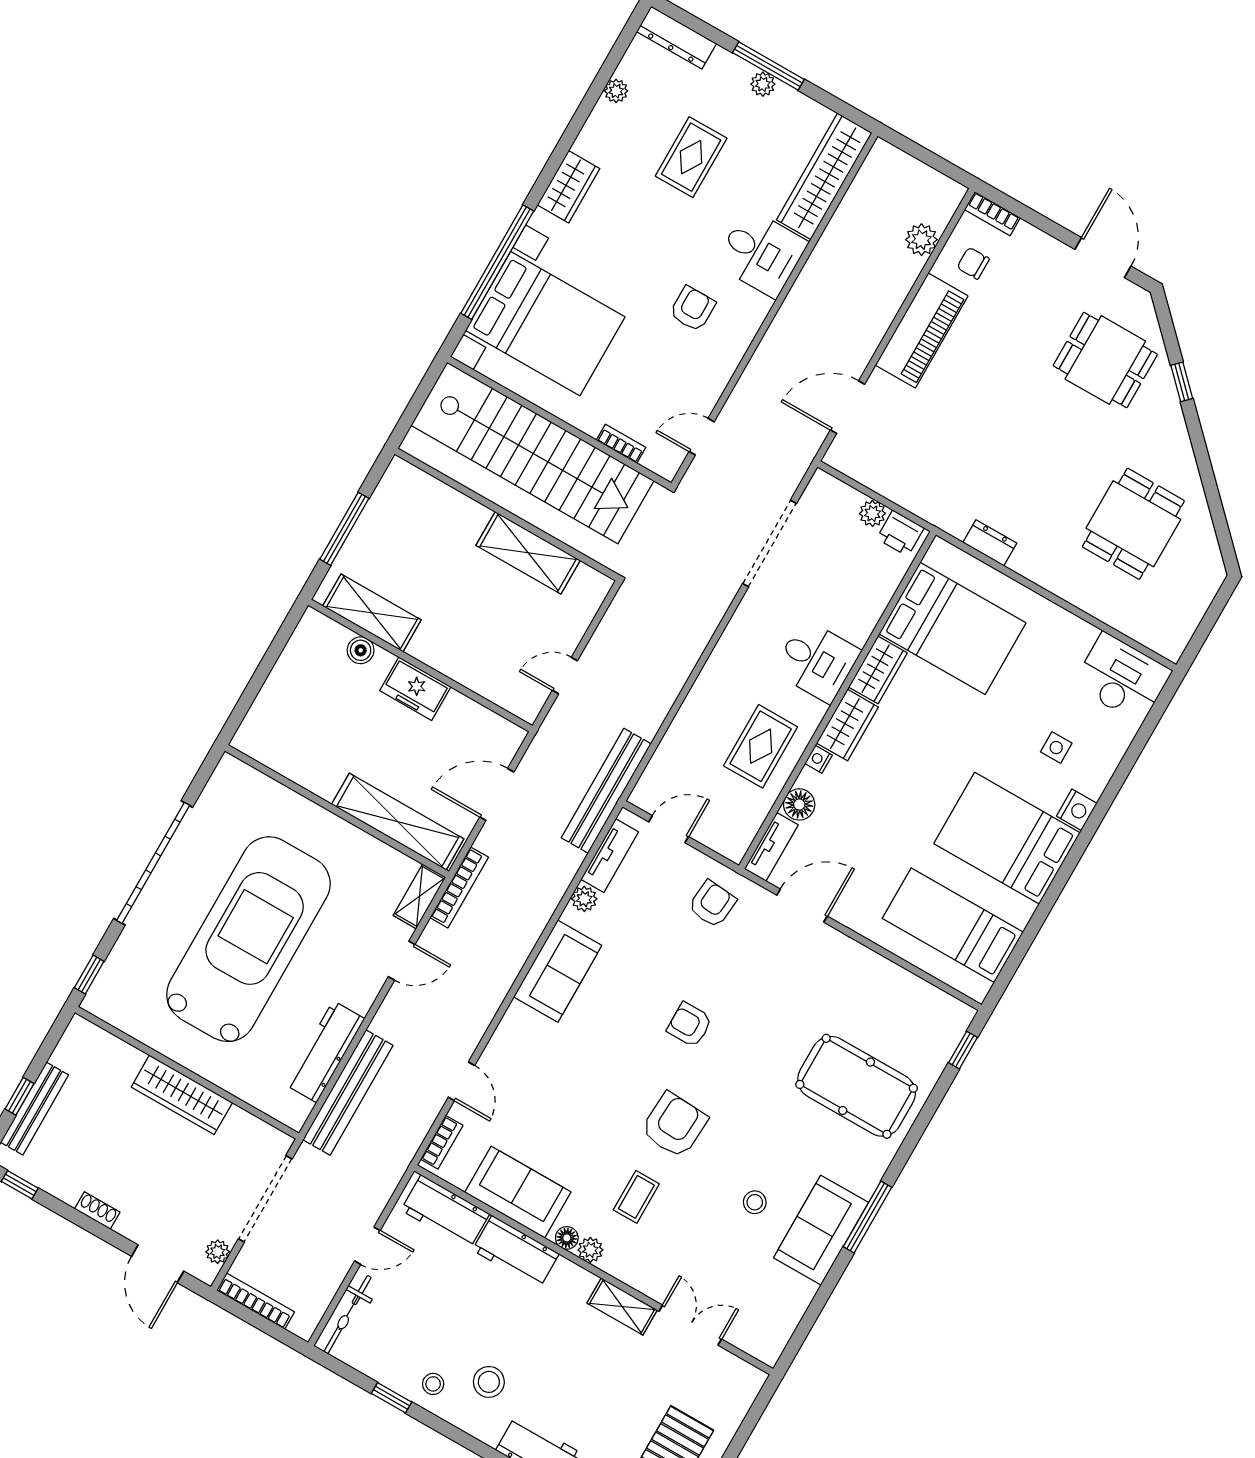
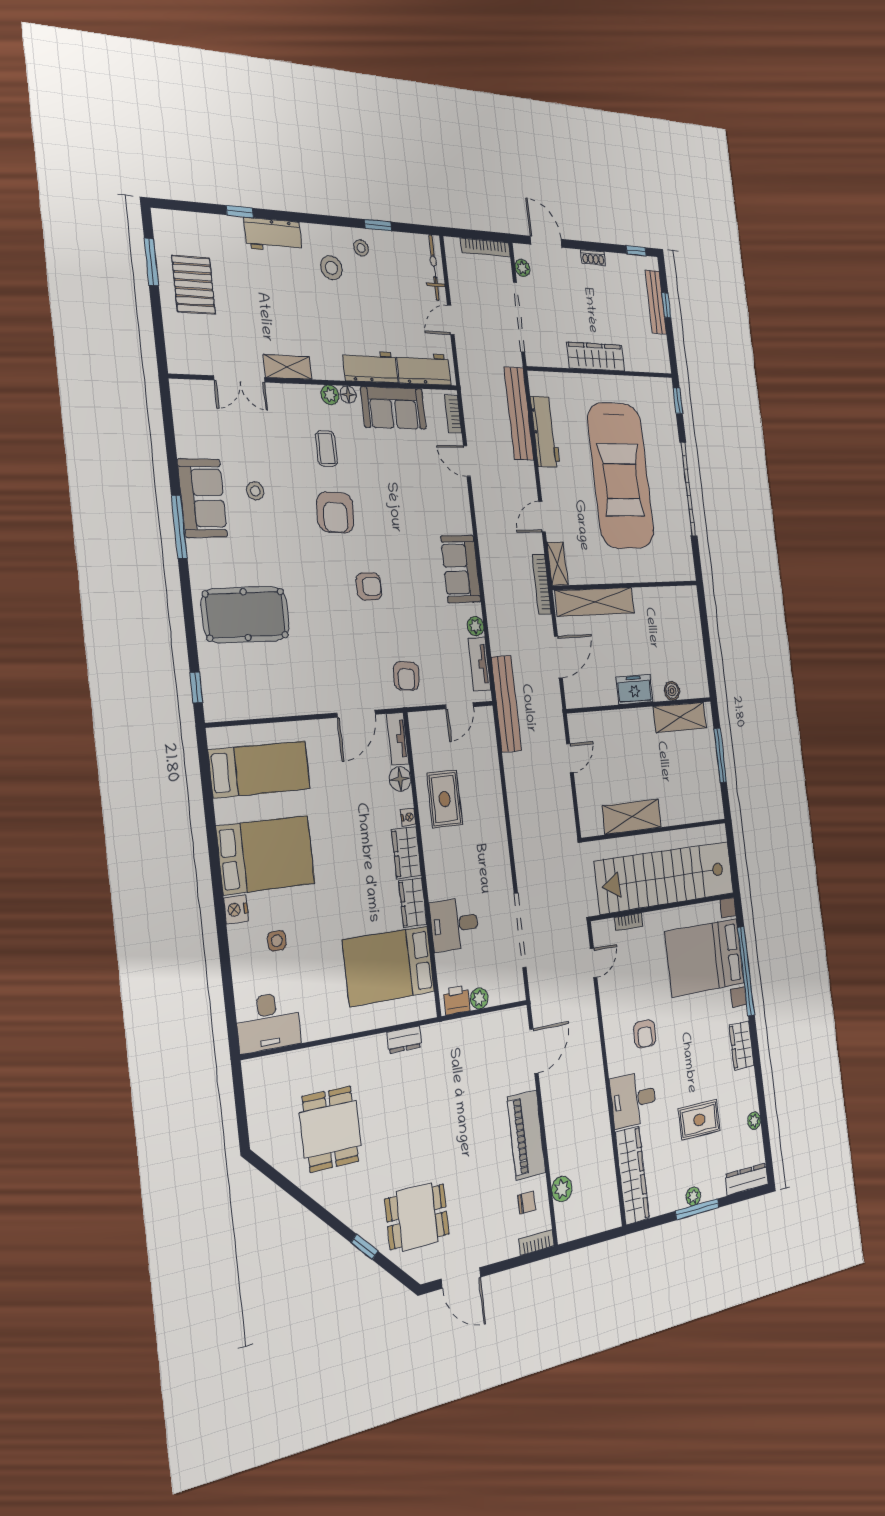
rug: (691, 157) -> (699, 1120), turned 90
desk: (817, 661) -> (454, 924), moved

